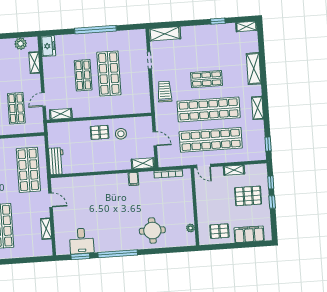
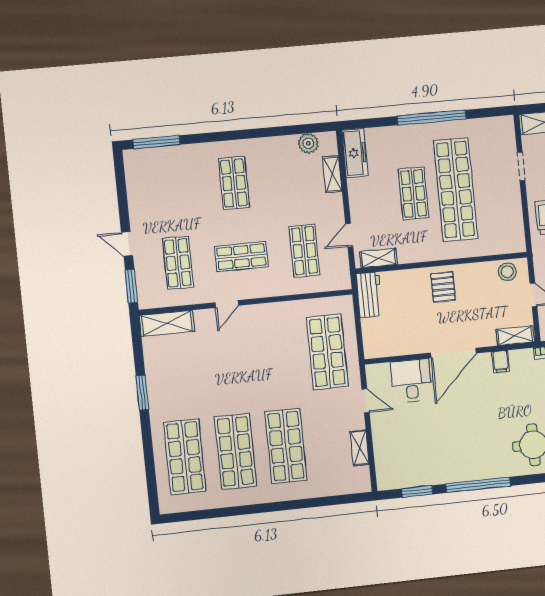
freezer: (48, 46) -> (355, 153), width x1.40
shop shelf: (109, 73) -> (456, 189), width x1.40
pallet: (100, 132) -> (443, 287), turned 90
stool: (121, 134) -> (507, 272), moved
workbench: (56, 161) -> (369, 295), moved
door: (105, 173) -> (453, 353), added
desk: (82, 241) -> (411, 381), moved, turned 180

